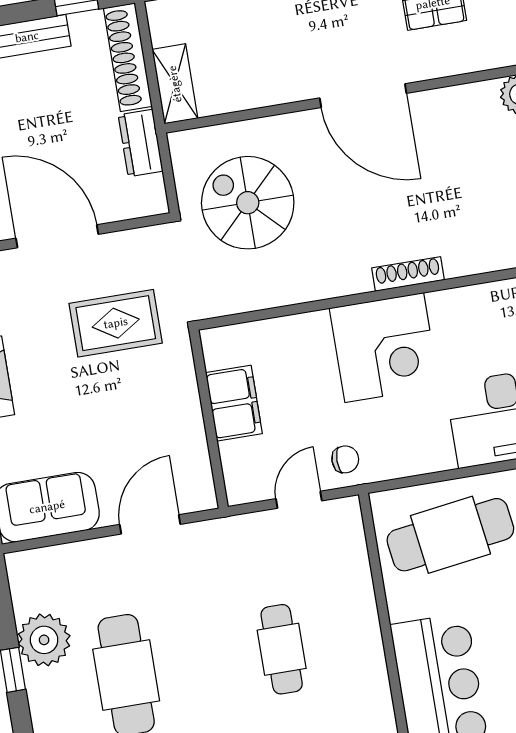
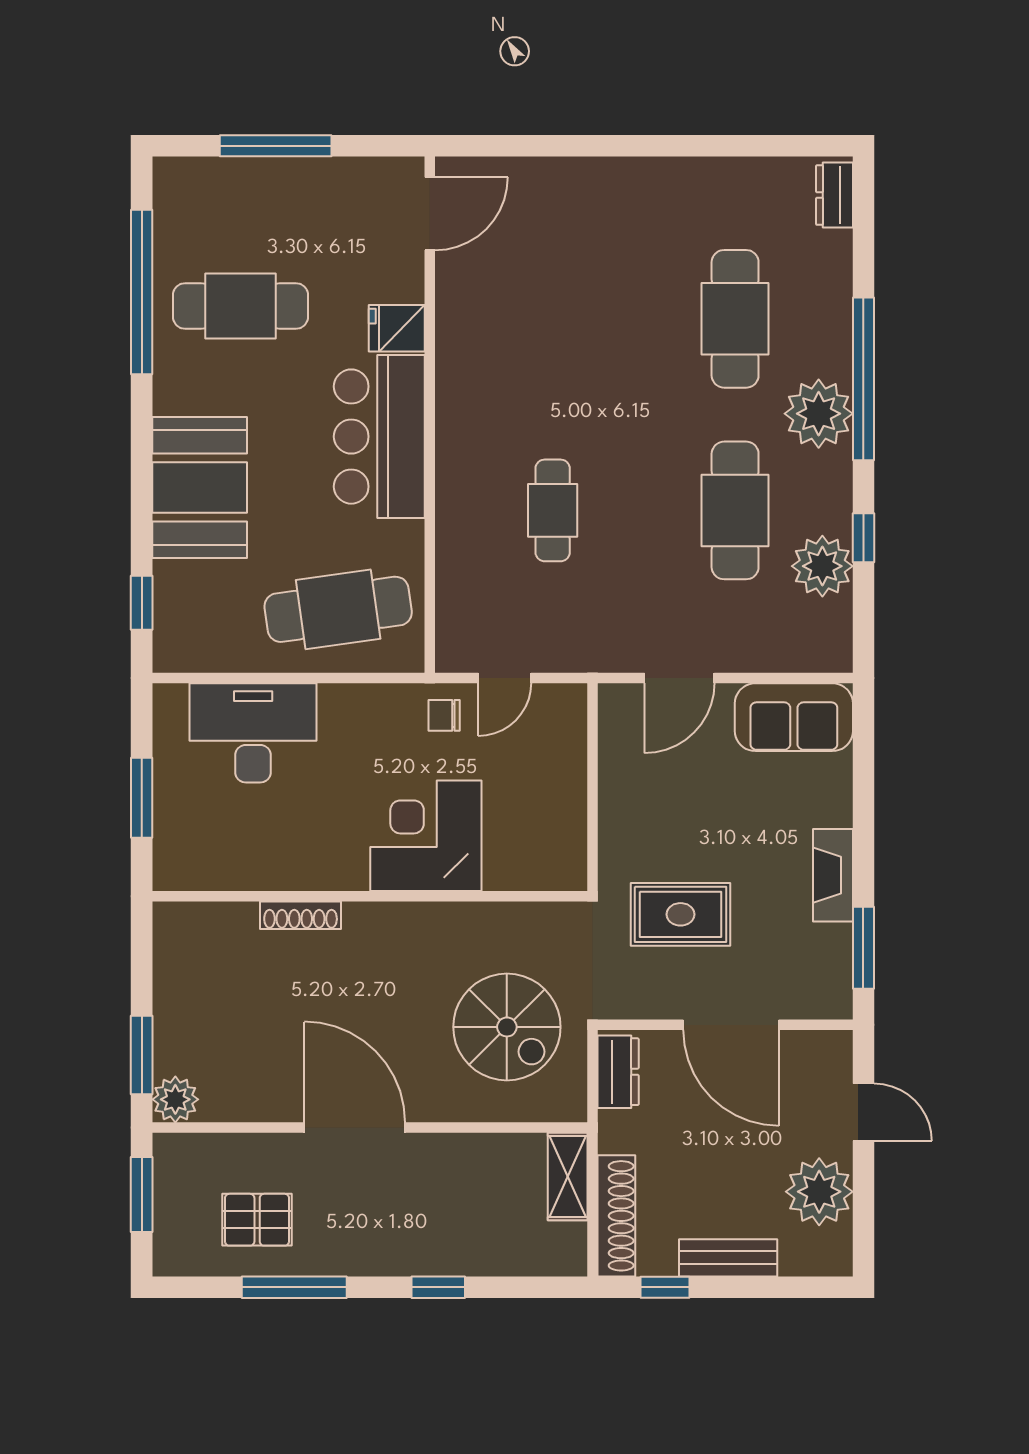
dresser: (141, 143) -> (618, 1072), moved
shoe rack: (408, 274) -> (301, 915), moved
corner desk: (384, 347) -> (426, 836), moved
filing cabinet: (234, 403) -> (561, 801), removed

